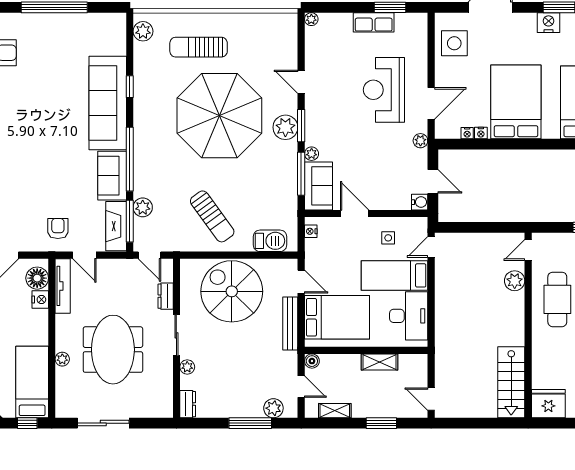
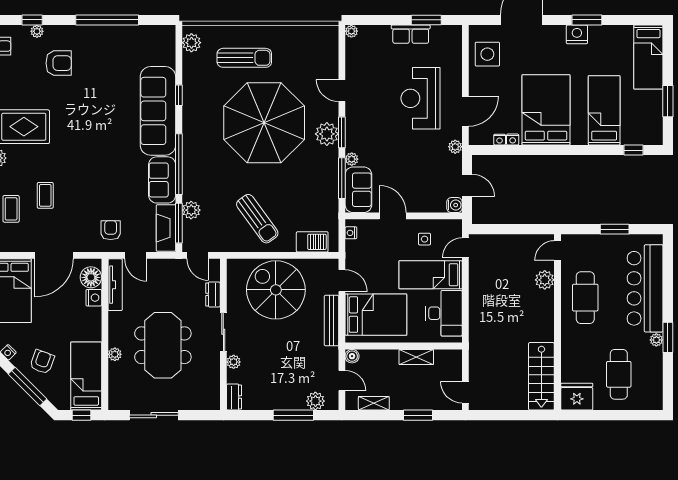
sun lounger: (199, 47) -> (244, 58), turned 180

